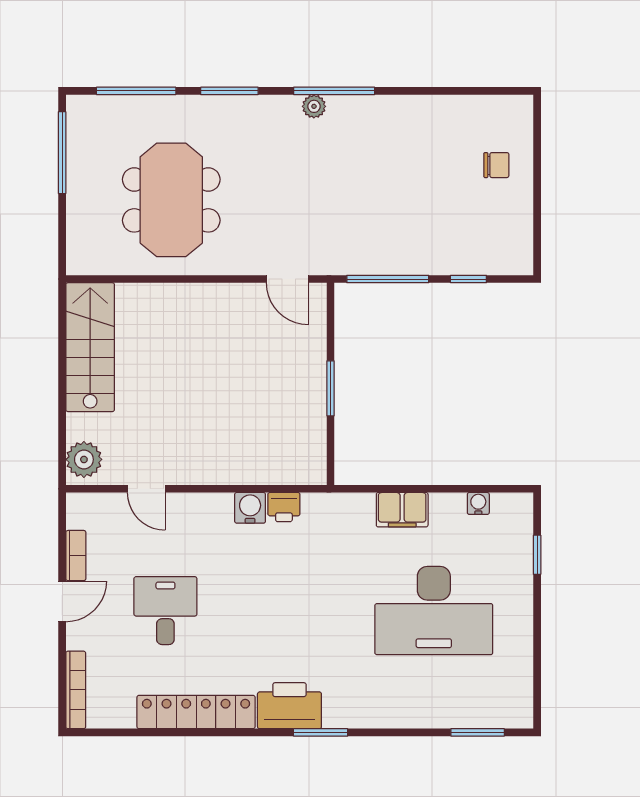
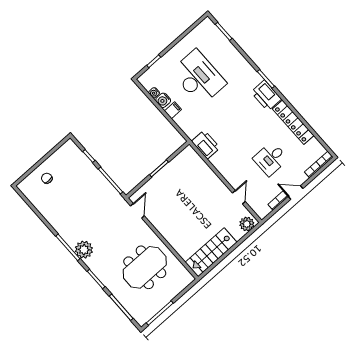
plant: (314, 106) -> (84, 250), width x1.88, depth x1.88
printer: (284, 507) -> (206, 145), width x1.87, depth x1.48
water cooler: (250, 508) -> (163, 100), moved
filing cabinet: (402, 510) -> (173, 110), width x0.50

